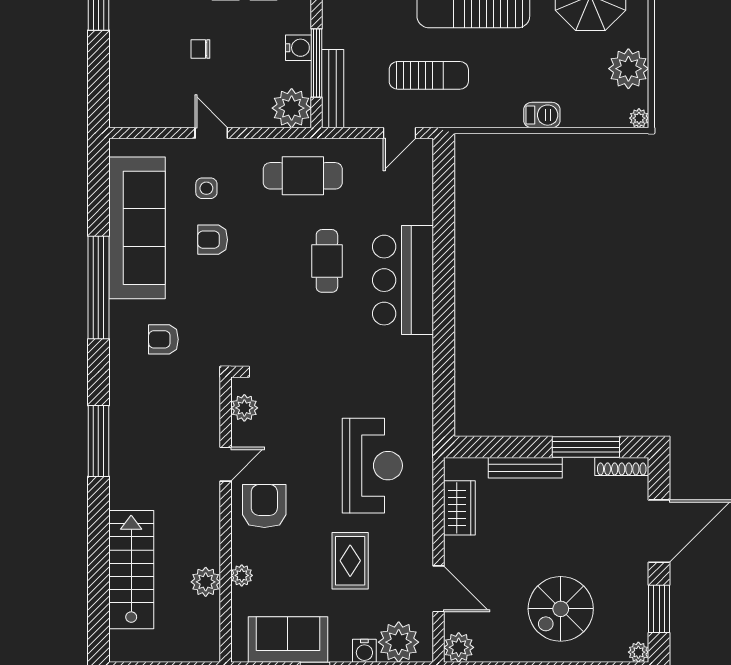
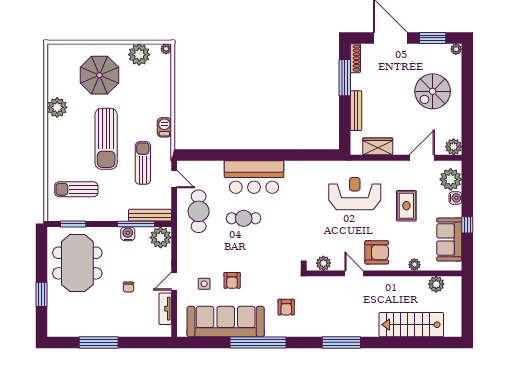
barbecue: (542, 115) -> (164, 127), moved
tv unit: (161, 117) -> (165, 309), added
cafe table: (303, 176) -> (199, 211), moved
armchair: (264, 506) -> (377, 252), turned 180
rug: (350, 561) -> (406, 206), turned 90
plant: (206, 582) -> (436, 284), moved
spiral stairs: (561, 609) -> (433, 91), turned 90

